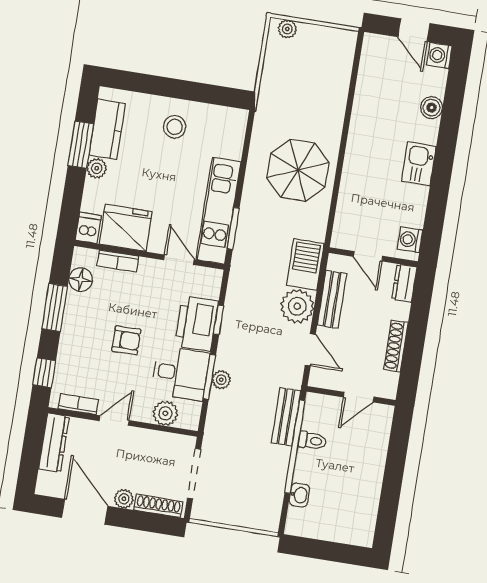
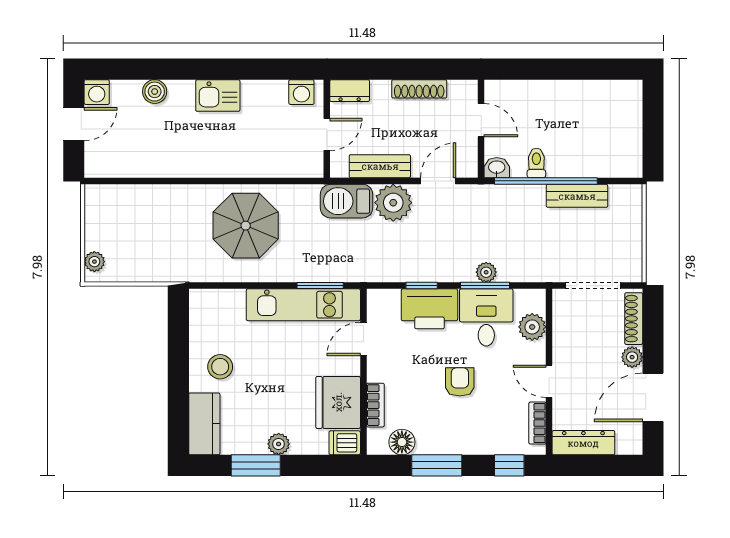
kitchen counter: (107, 129) -> (204, 424), moved, turned 90
bench: (286, 417) -> (577, 196), moved
washbasin: (299, 495) -> (497, 168), moved

